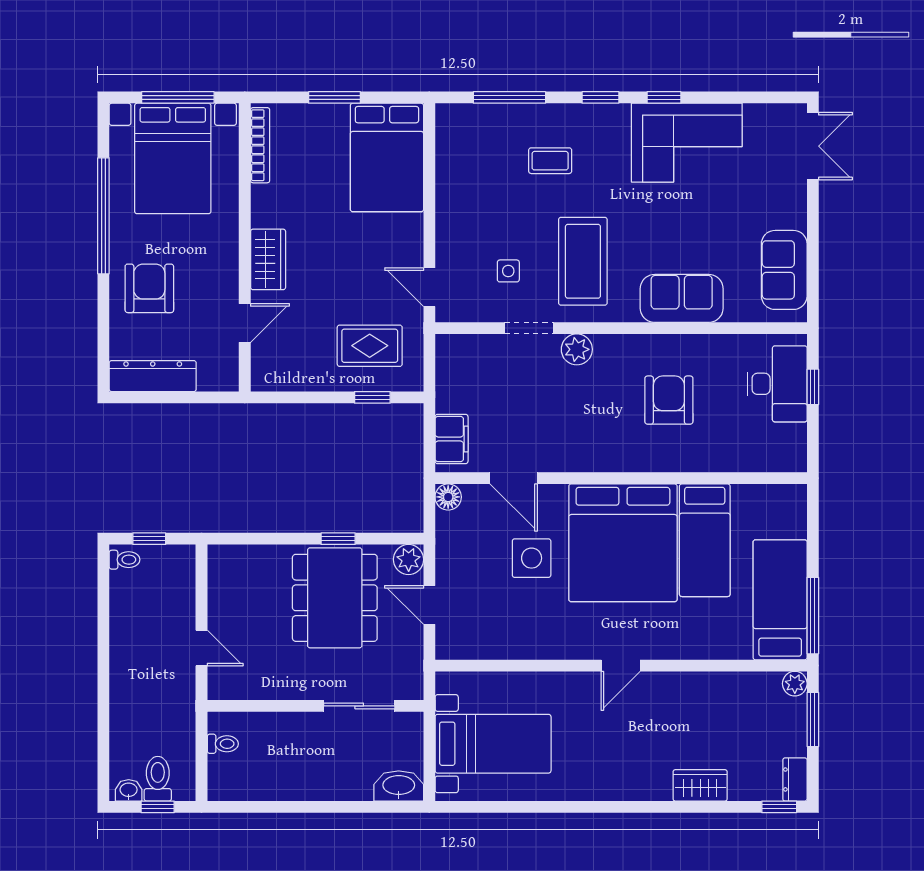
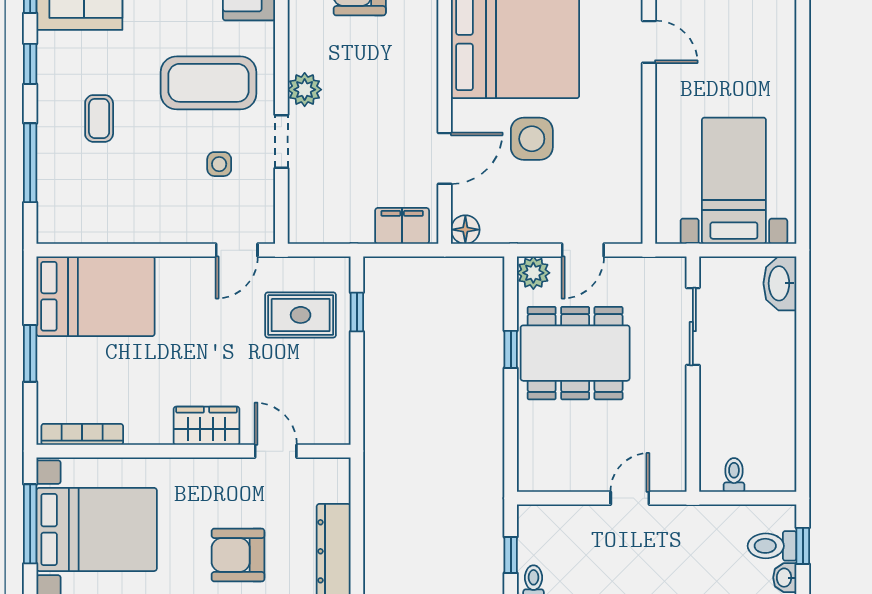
rug: (370, 346) -> (301, 315), turned 90

